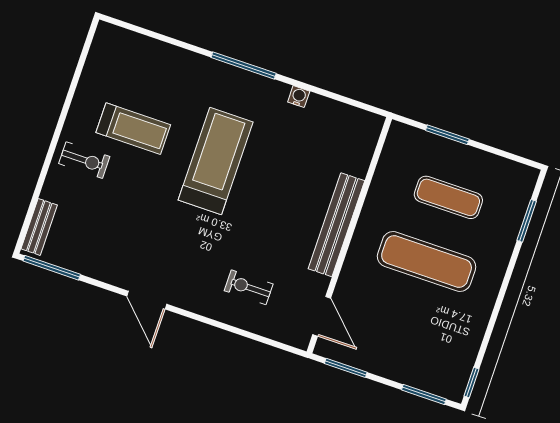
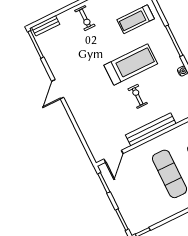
treadmill: (133, 129) -> (136, 19), moved, turned 90
exercise bike: (249, 287) -> (138, 96), moved

